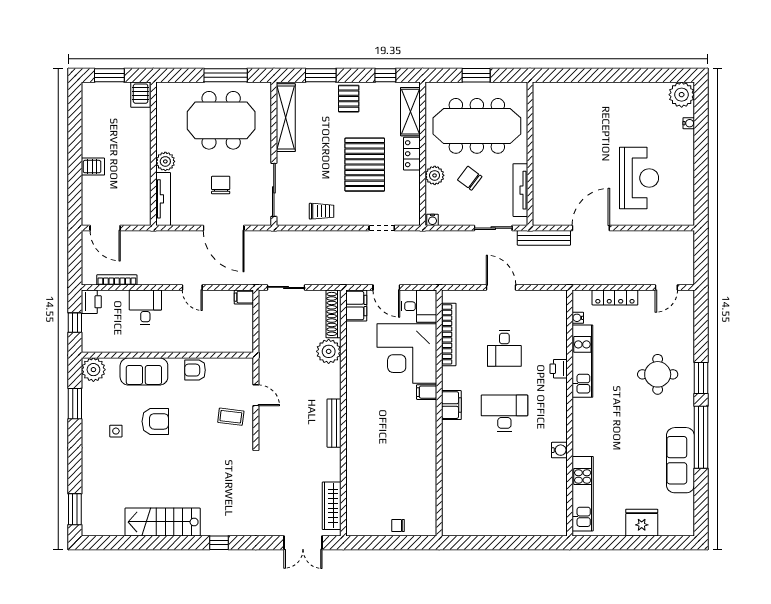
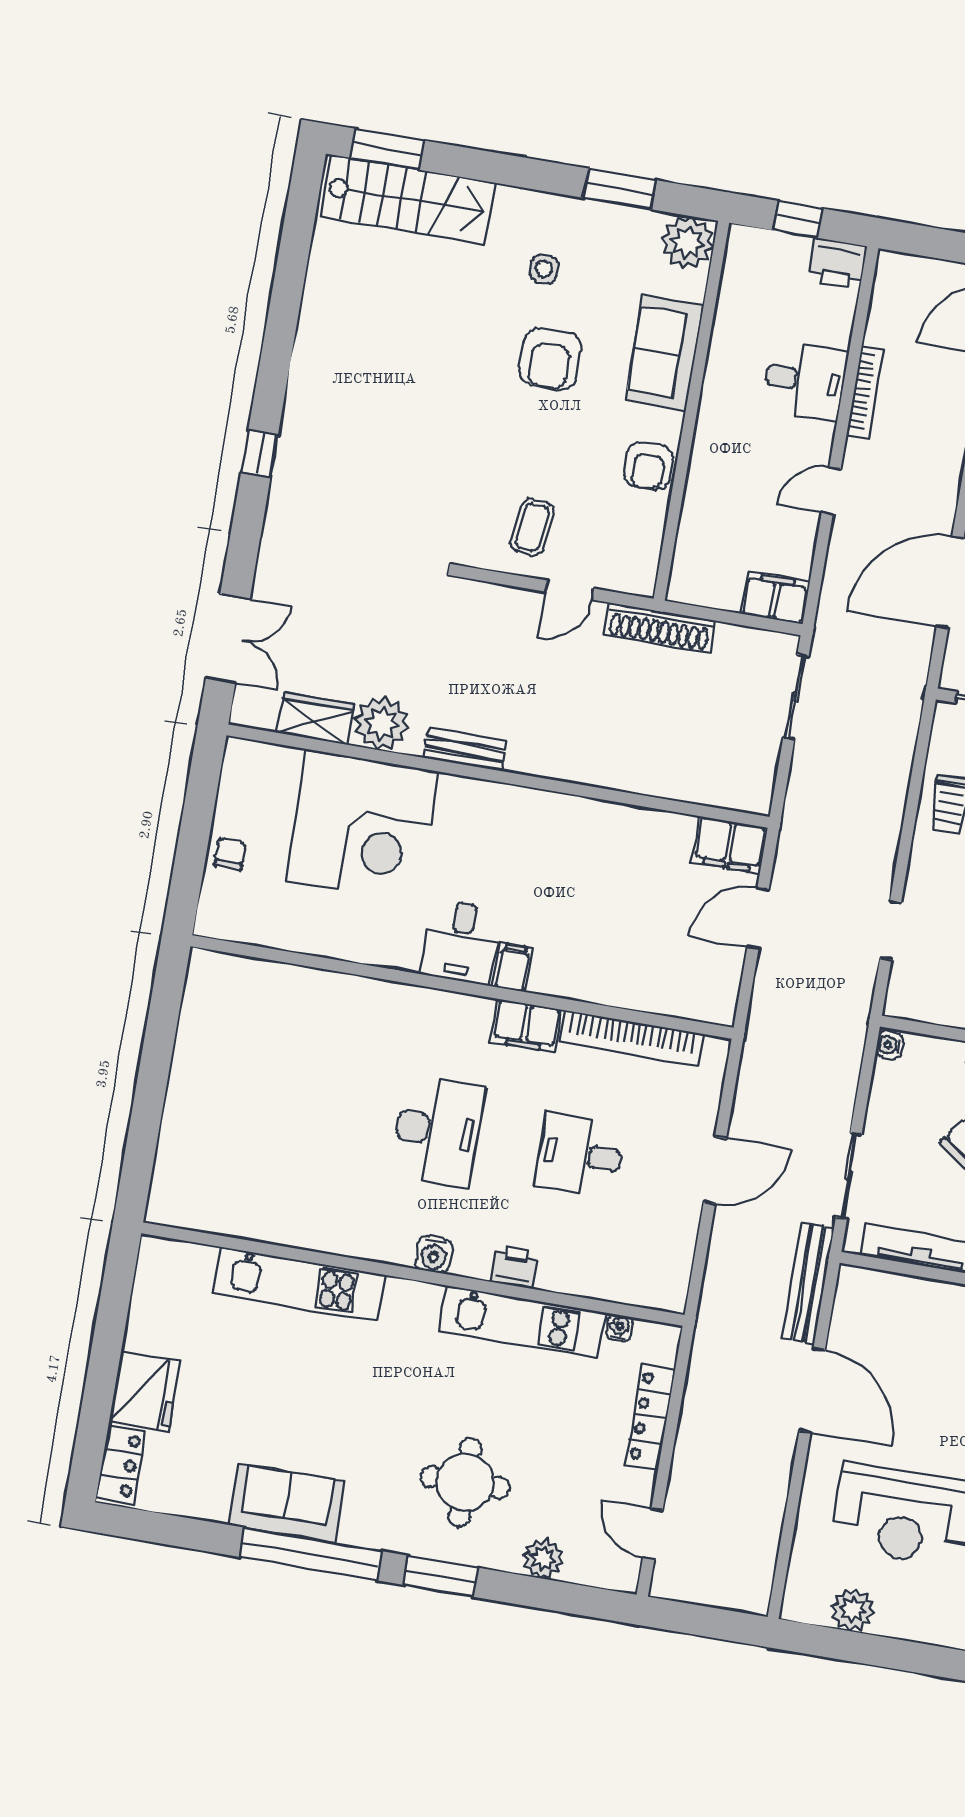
plant: (685, 193) -> (853, 1610), added
bookcase: (117, 280) -> (865, 392), moved
filing cabinet: (244, 297) -> (775, 598), width x2.00
desk: (419, 306) -> (461, 942), moved
shoe rack: (333, 314) -> (660, 628), moved, turned 180
plant: (685, 334) -> (543, 1559), added
plant: (329, 351) -> (382, 723), moved
corner desk: (407, 353) -> (362, 826), moved, turned 180
armchair: (195, 370) -> (648, 466), turned 180
filing cabinet: (451, 405) -> (526, 1026), moved
bench: (334, 423) -> (465, 749), width x0.73
water cooler: (559, 450) -> (434, 1254), moved
sofa: (680, 460) -> (286, 1503), width x0.73
kitchen unit: (583, 494) -> (299, 1284), moved
wardrobe: (332, 506) -> (316, 718), width x0.67
stairs: (163, 522) -> (408, 200), moved, turned 90
locker: (676, 528) -> (121, 1464), added
double door: (303, 543) -> (228, 638), swing flipped

